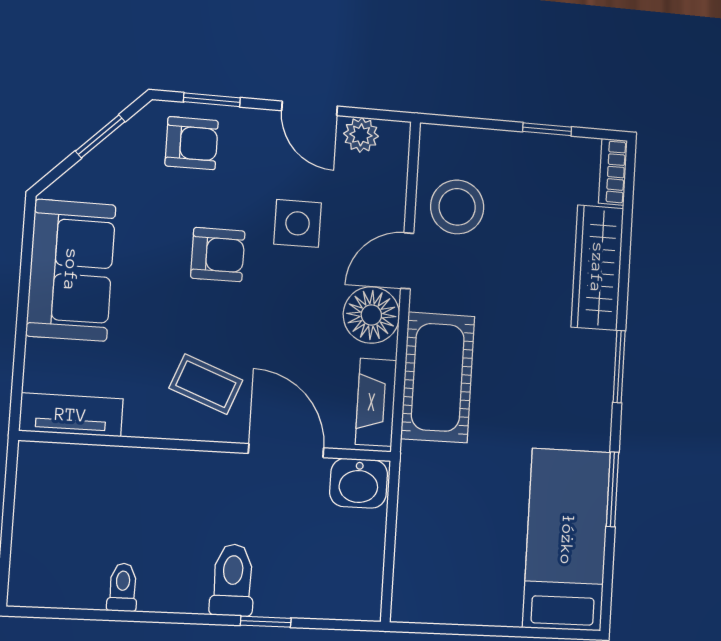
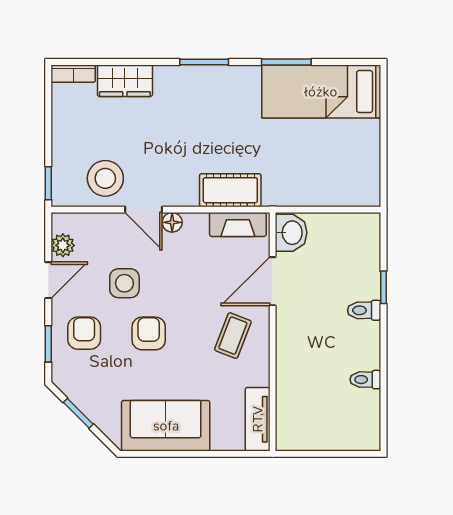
window: (547, 129) -> (48, 183), moved
armchair: (192, 143) -> (84, 333), moved
wardrobe: (597, 268) -> (125, 81), width x0.67
floor lamp: (371, 315) -> (172, 222), width x0.53, depth x0.53
cot: (438, 377) -> (230, 190), width x0.73, depth x0.75
toilet: (233, 580) -> (364, 310), width x0.73, depth x0.72

